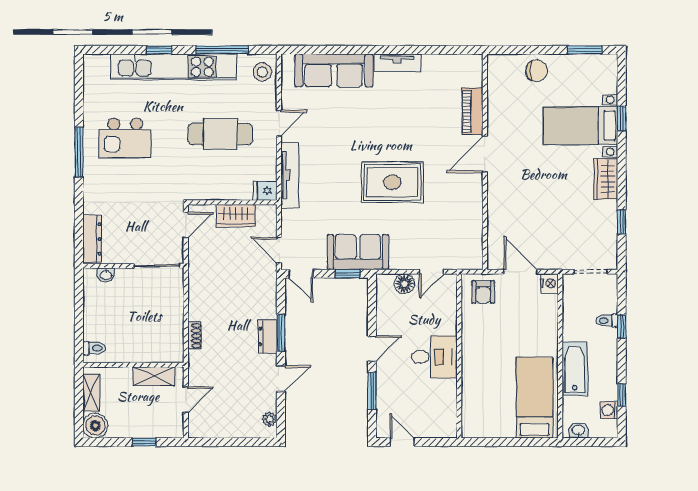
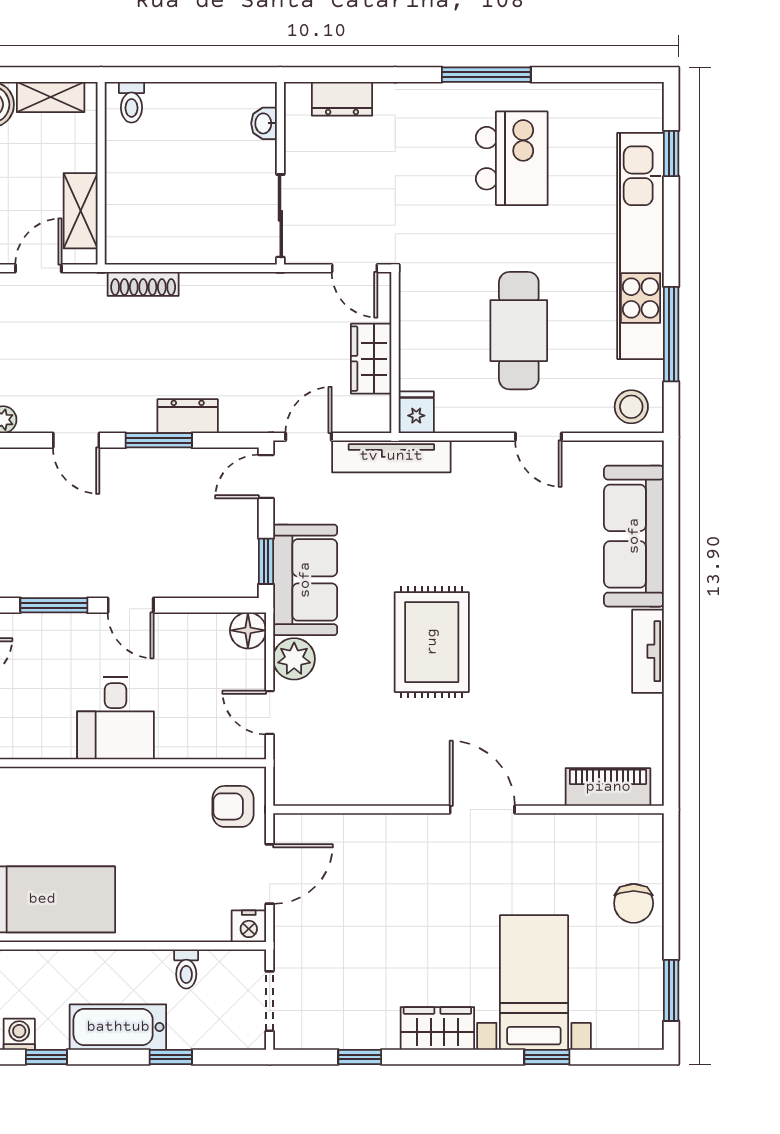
window: (159, 50) -> (671, 154), moved
piano: (472, 111) -> (608, 787), moved
kitchen island: (125, 138) -> (512, 158), turned 180
tv unit: (290, 175) -> (391, 456), moved
dresser: (92, 239) -> (342, 99), width x0.70
plant: (402, 258) -> (294, 659), added
floor lamp: (404, 284) -> (248, 630), moved
toilet: (607, 321) -> (186, 969), moved, turned 180
shoe rack: (194, 336) -> (143, 284), width x1.43
dresser: (268, 336) -> (188, 416), moved
bathtub: (575, 369) -> (118, 1027), moved, turned 180
door: (186, 400) -> (38, 268), swing flipped

